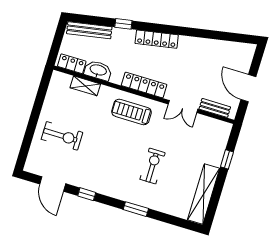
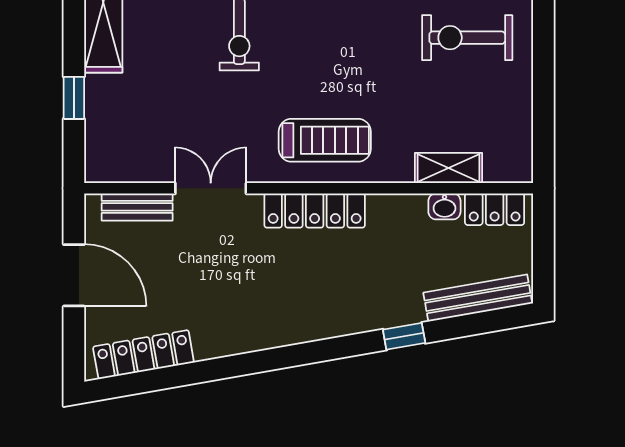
locker: (157, 39) -> (143, 355), moved
washbasin: (98, 70) -> (444, 206), width x0.52, depth x0.69

